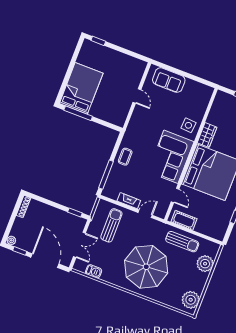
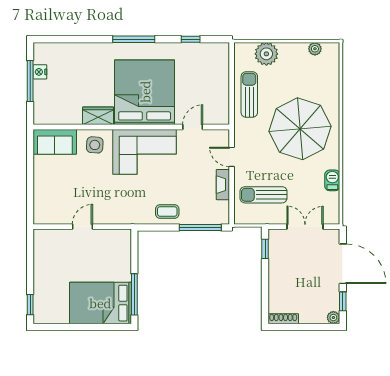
sofa: (169, 80) -> (55, 142), moved, turned 90
cot: (184, 220) -> (220, 103), removed
door: (45, 261) -> (343, 264), swing flipped
barbecue: (94, 271) -> (332, 180), moved
plant: (191, 300) -> (315, 49), width x0.53, depth x0.53

